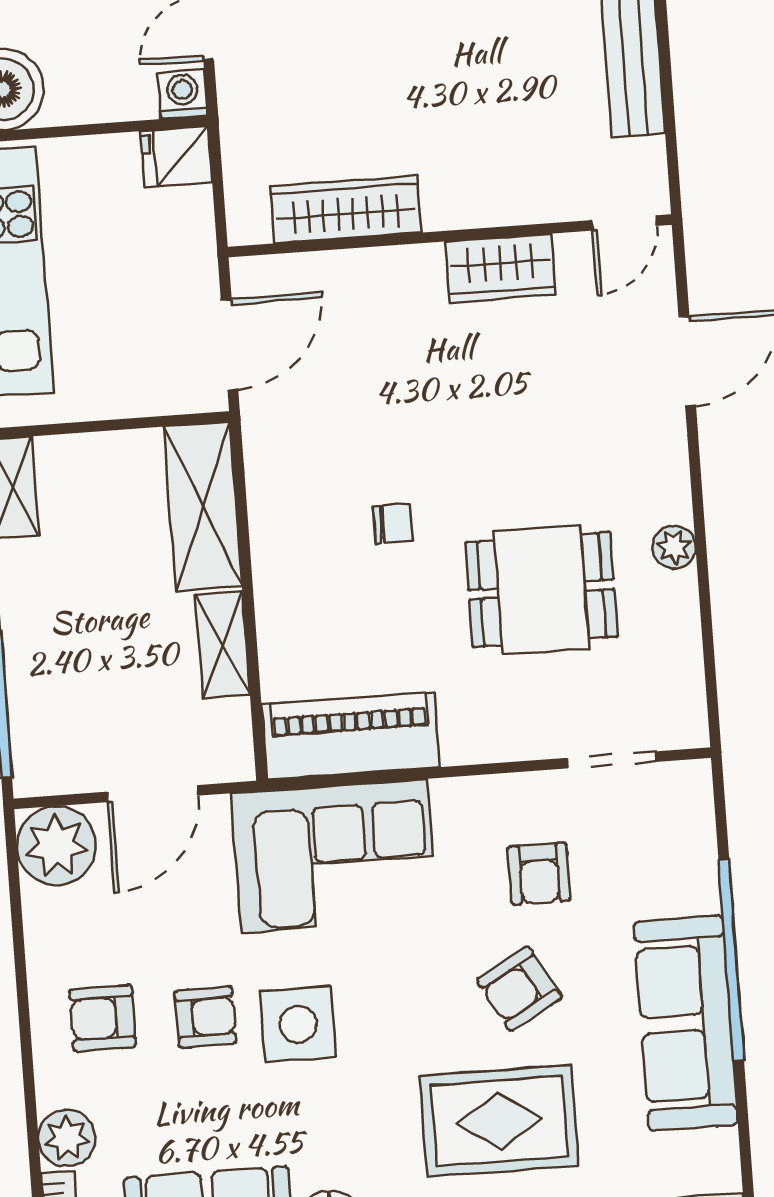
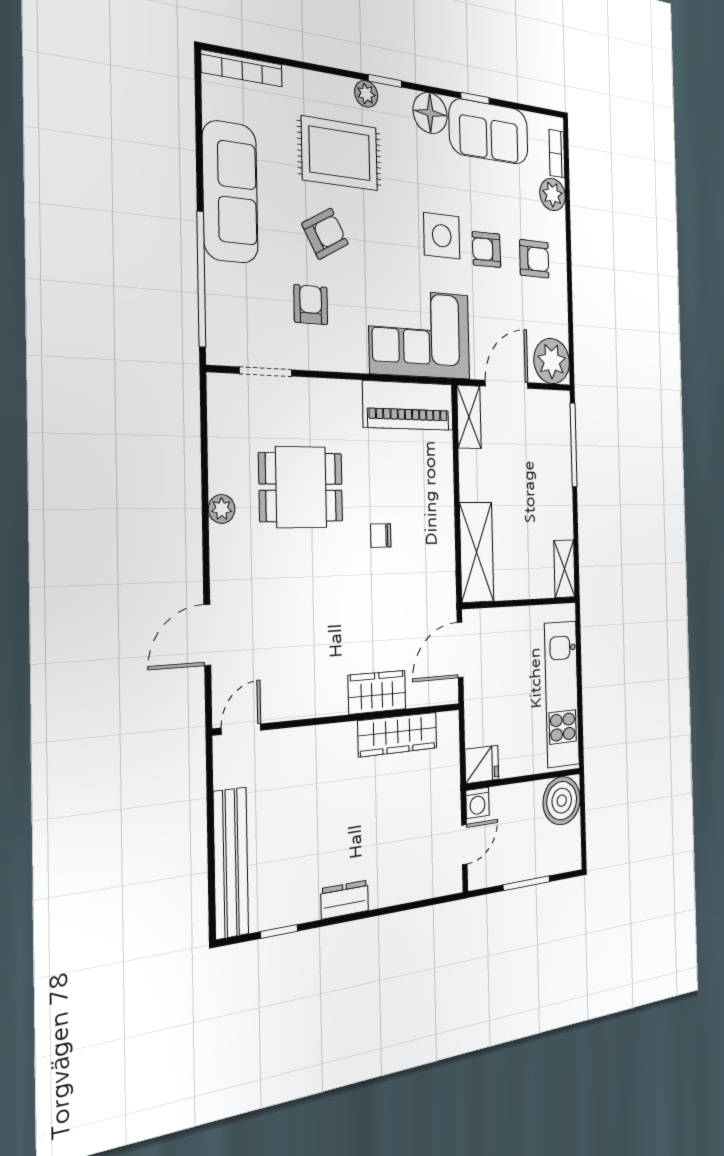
wardrobe: (501, 268) -> (377, 692), moved
shelving: (223, 645) -> (469, 417), moved
window: (731, 960) -> (201, 279), moved

